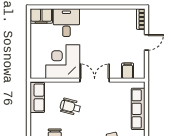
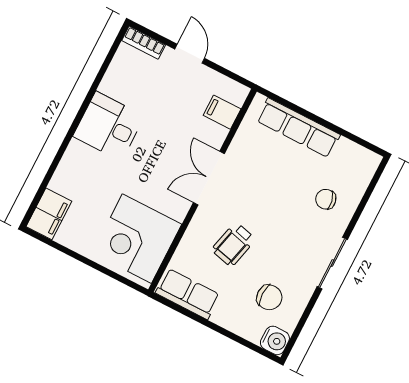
desk: (66, 23) -> (109, 126), moved
corner desk: (63, 62) -> (137, 239), moved

